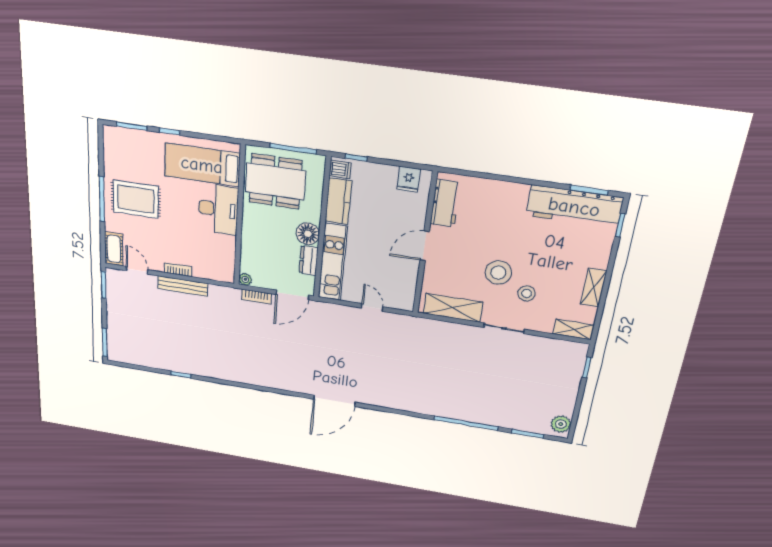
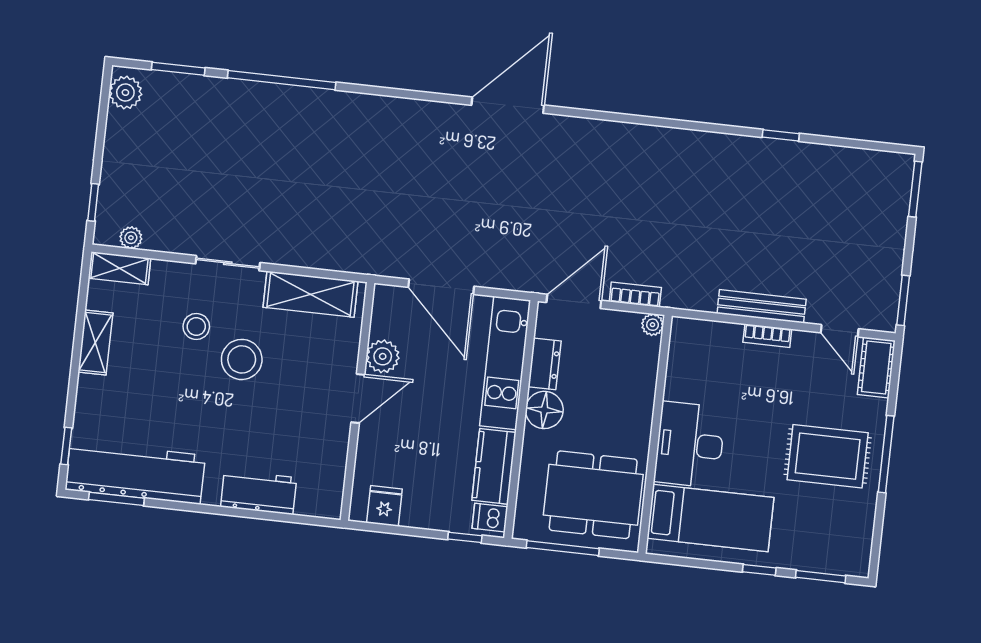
workbench: (445, 203) -> (259, 492), moved, turned 90
plant: (408, 270) -> (383, 356), added
door: (372, 307) -> (441, 287), width x1.87
plant: (565, 346) -> (131, 238), added

